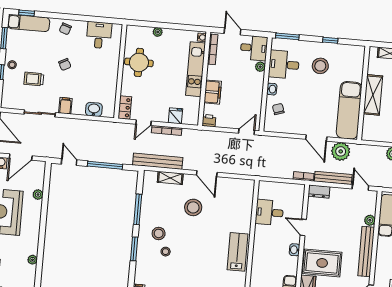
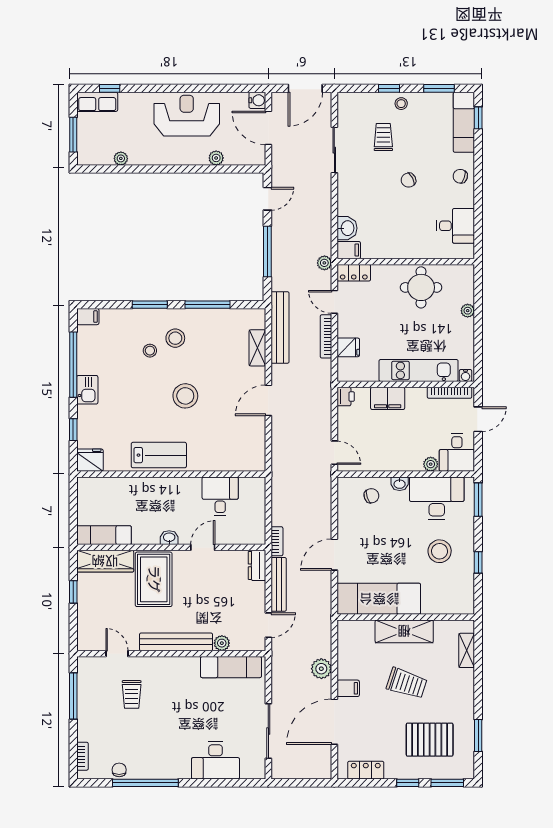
desk: (284, 65) -> (437, 498), width x1.37
filing cabinet: (65, 106) -> (349, 250), moved
plant: (341, 151) -> (324, 263), moved, width x0.53, depth x0.53
stool: (193, 207) -> (185, 396), moved

